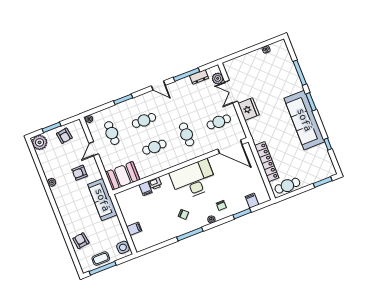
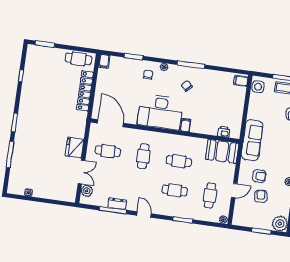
dresser: (199, 77) -> (117, 204), moved
sofa: (304, 120) -> (30, 109), removed
armchair: (64, 136) -> (261, 196), moved
printer: (155, 183) -> (224, 132), moved
filing cabinet: (146, 189) -> (186, 125), moved
filing cabinet: (252, 201) -> (104, 61), moved
filing cabinet: (134, 229) -> (241, 81), moved

